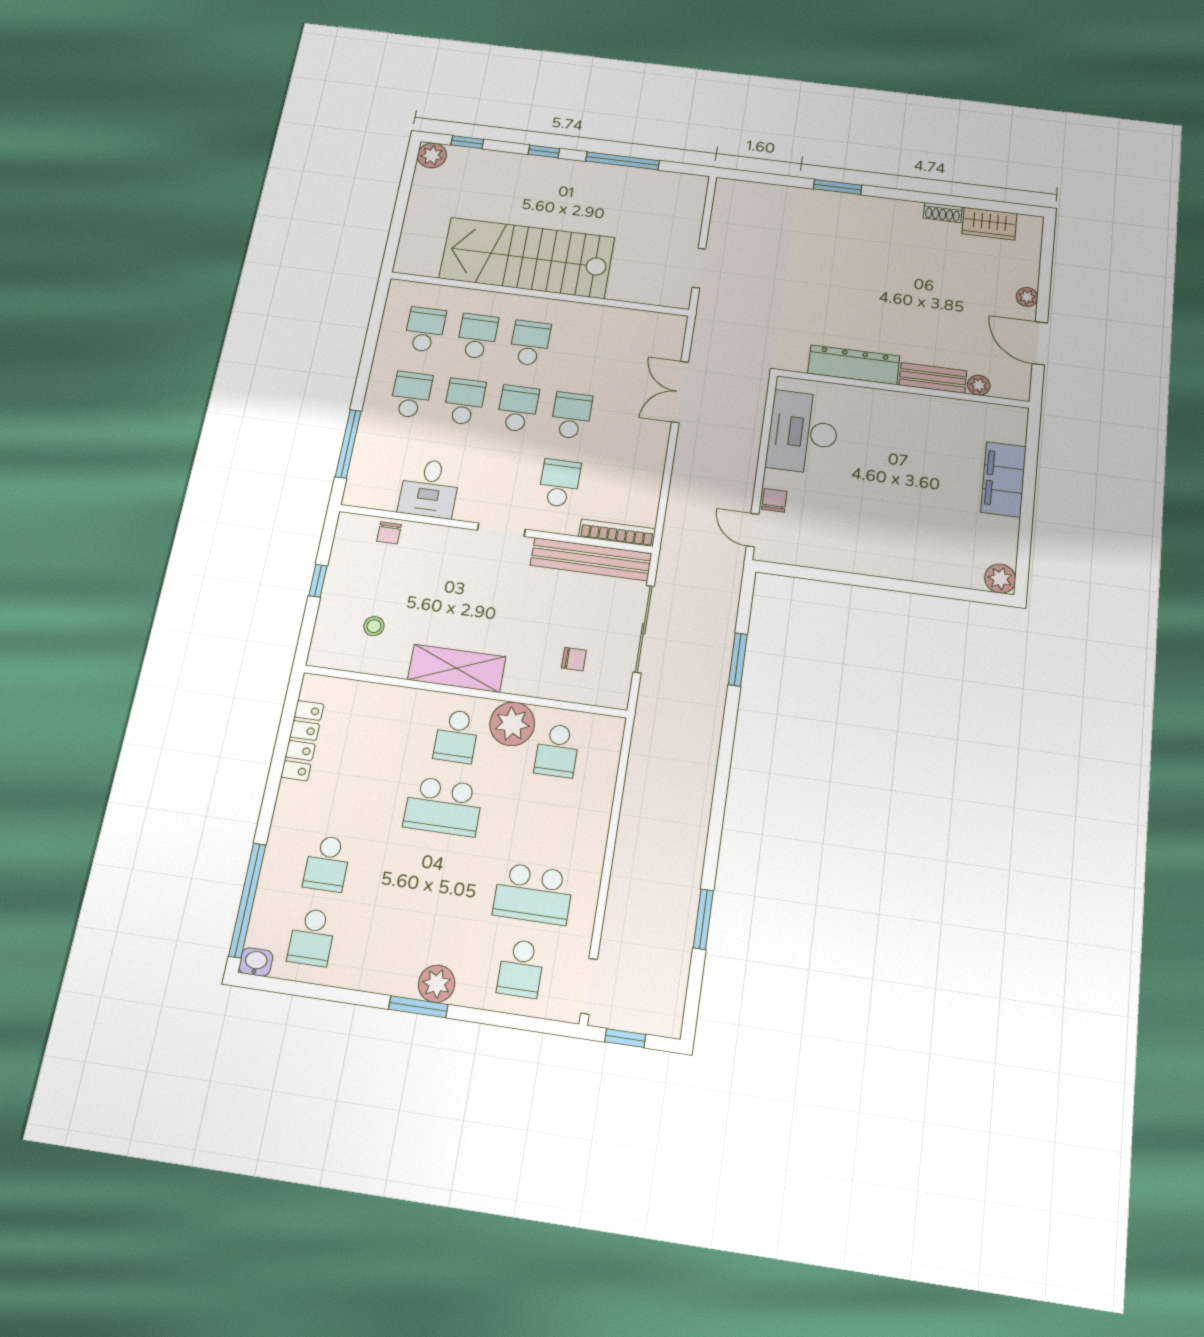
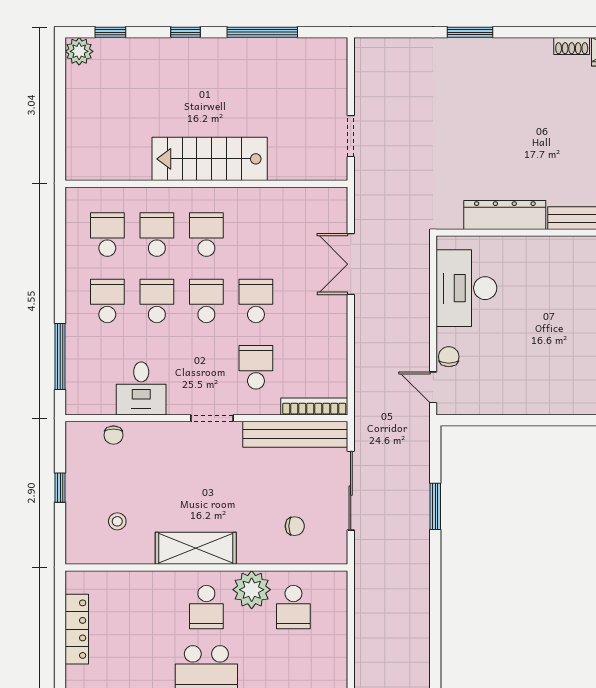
stairs: (527, 258) -> (210, 159), width x0.73, depth x0.66

